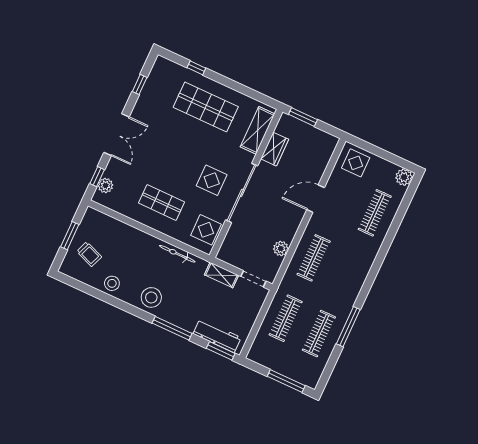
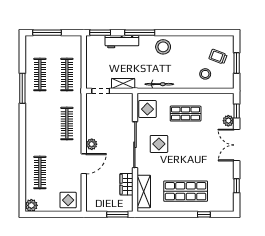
plant: (105, 185) -> (228, 121), moved
plant: (281, 249) -> (92, 144), moved
stool: (112, 283) -> (205, 74), moved
workbench: (217, 336) -> (122, 42), moved

